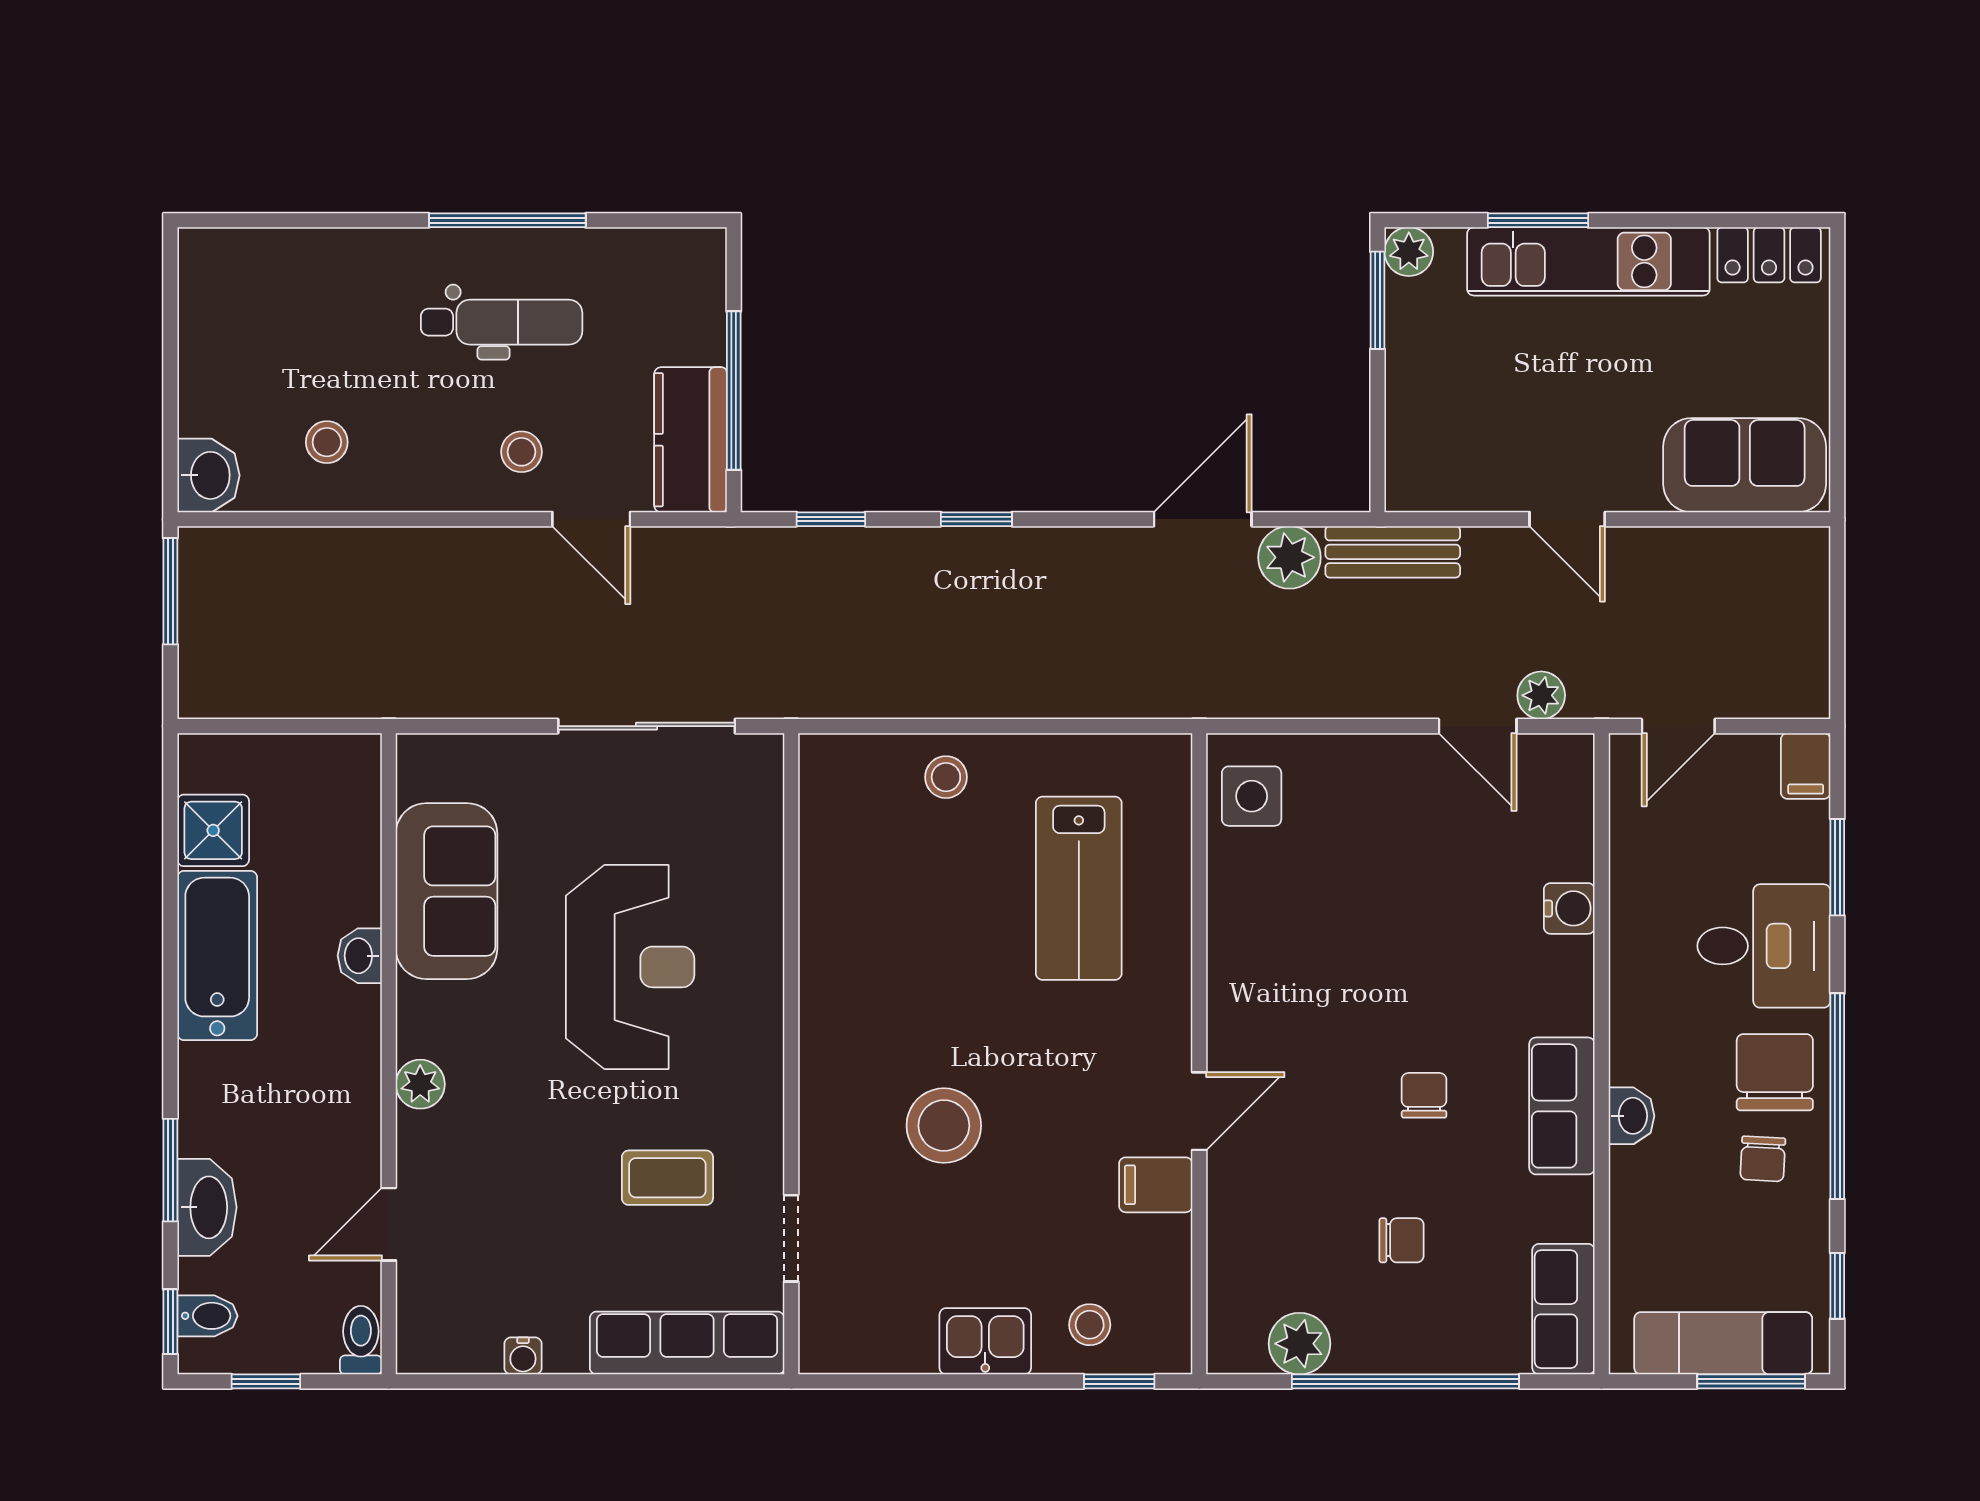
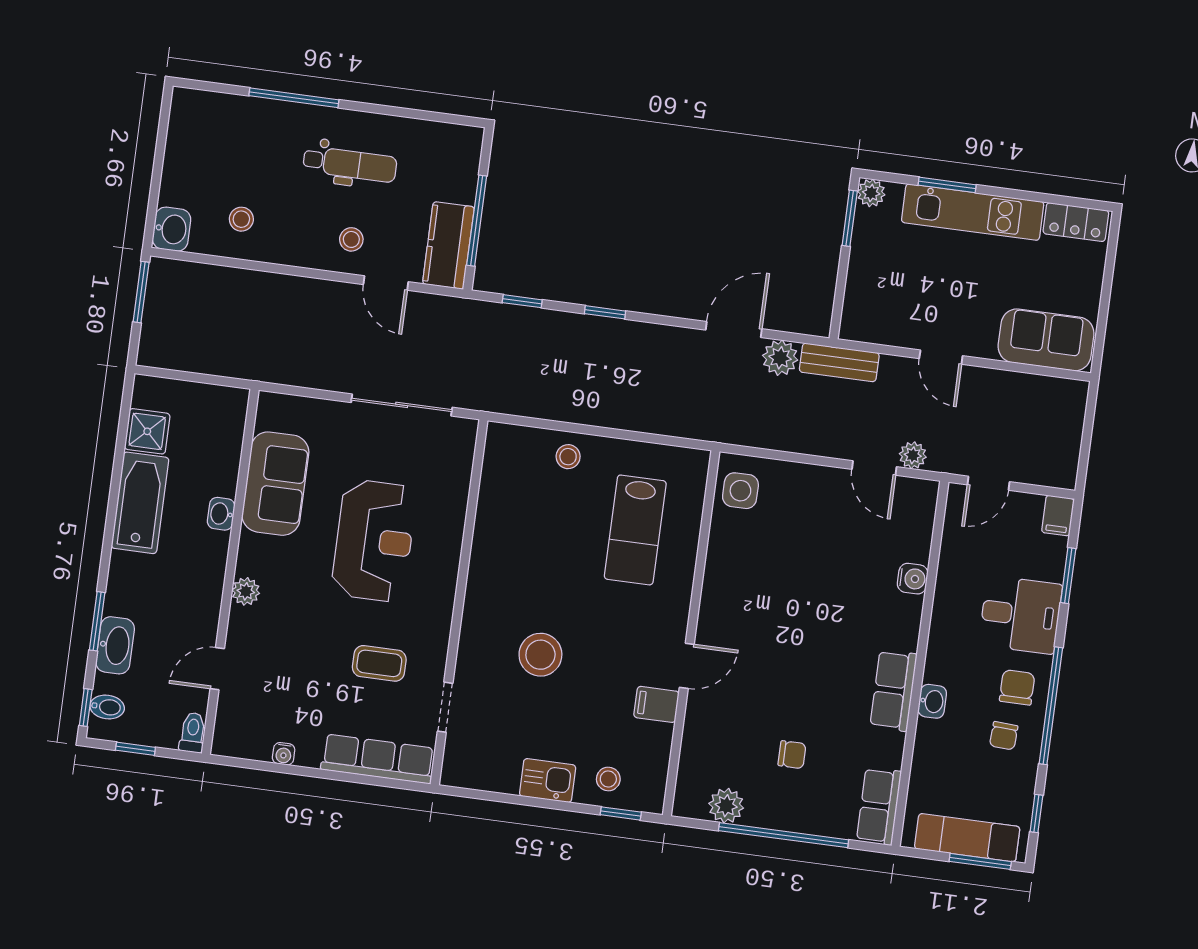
window: (507, 220) -> (294, 98), moved
chair: (1775, 1072) -> (1017, 687), width x0.73, depth x0.73
chair: (1424, 1095) -> (816, 674), removed

